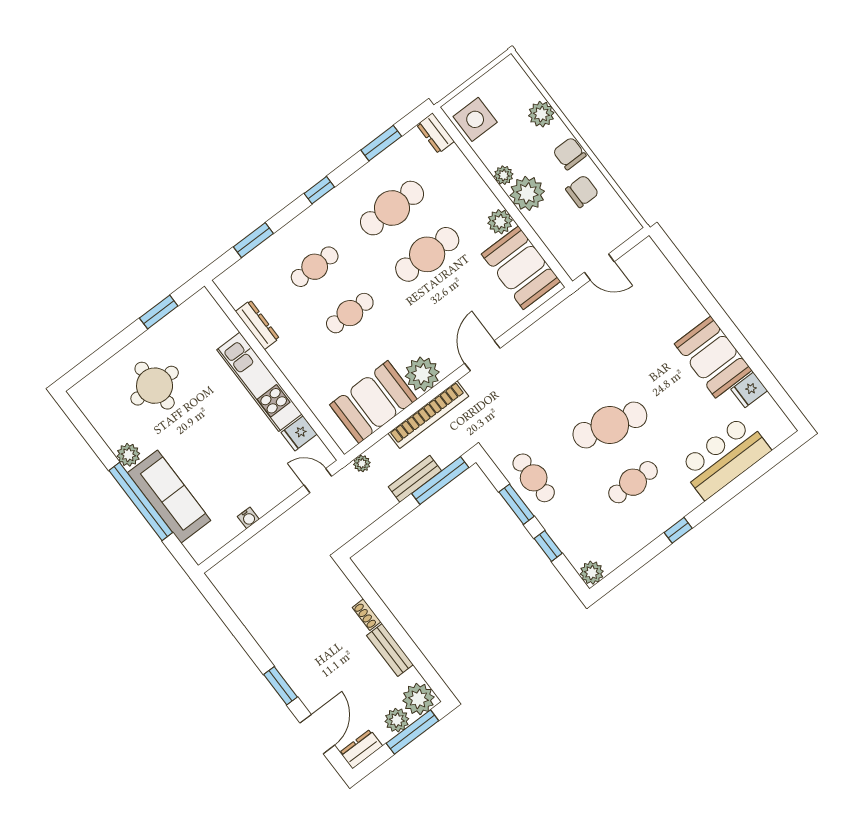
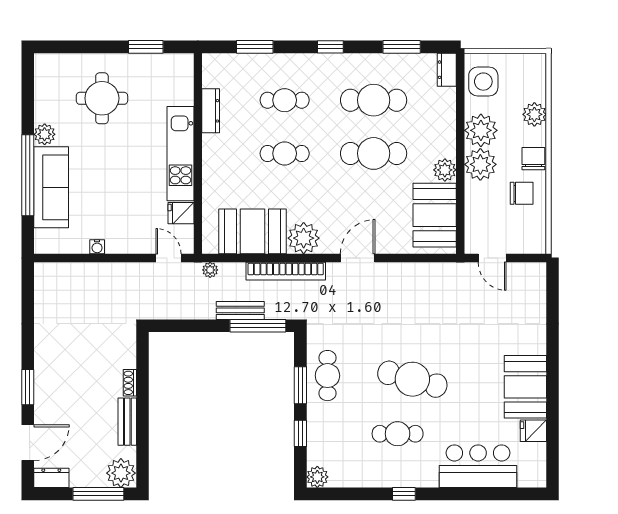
plant: (504, 175) -> (481, 130), width x1.87, depth x1.87
plant: (397, 720) -> (94, 477), removed

